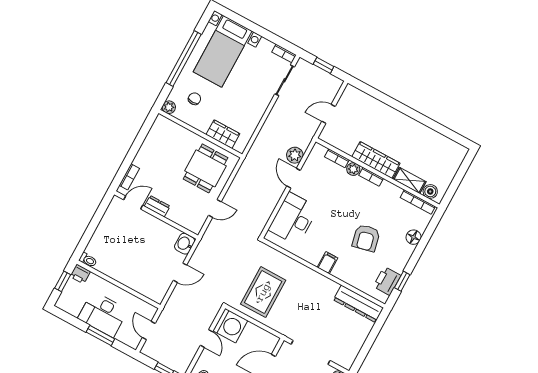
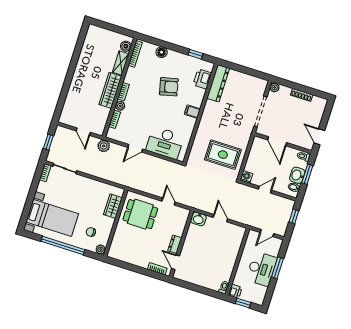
plant: (295, 155) -> (104, 146), moved
printer: (387, 281) -> (202, 79), moved, turned 90
washing machine: (230, 326) -> (246, 177), width x0.53, depth x0.53

